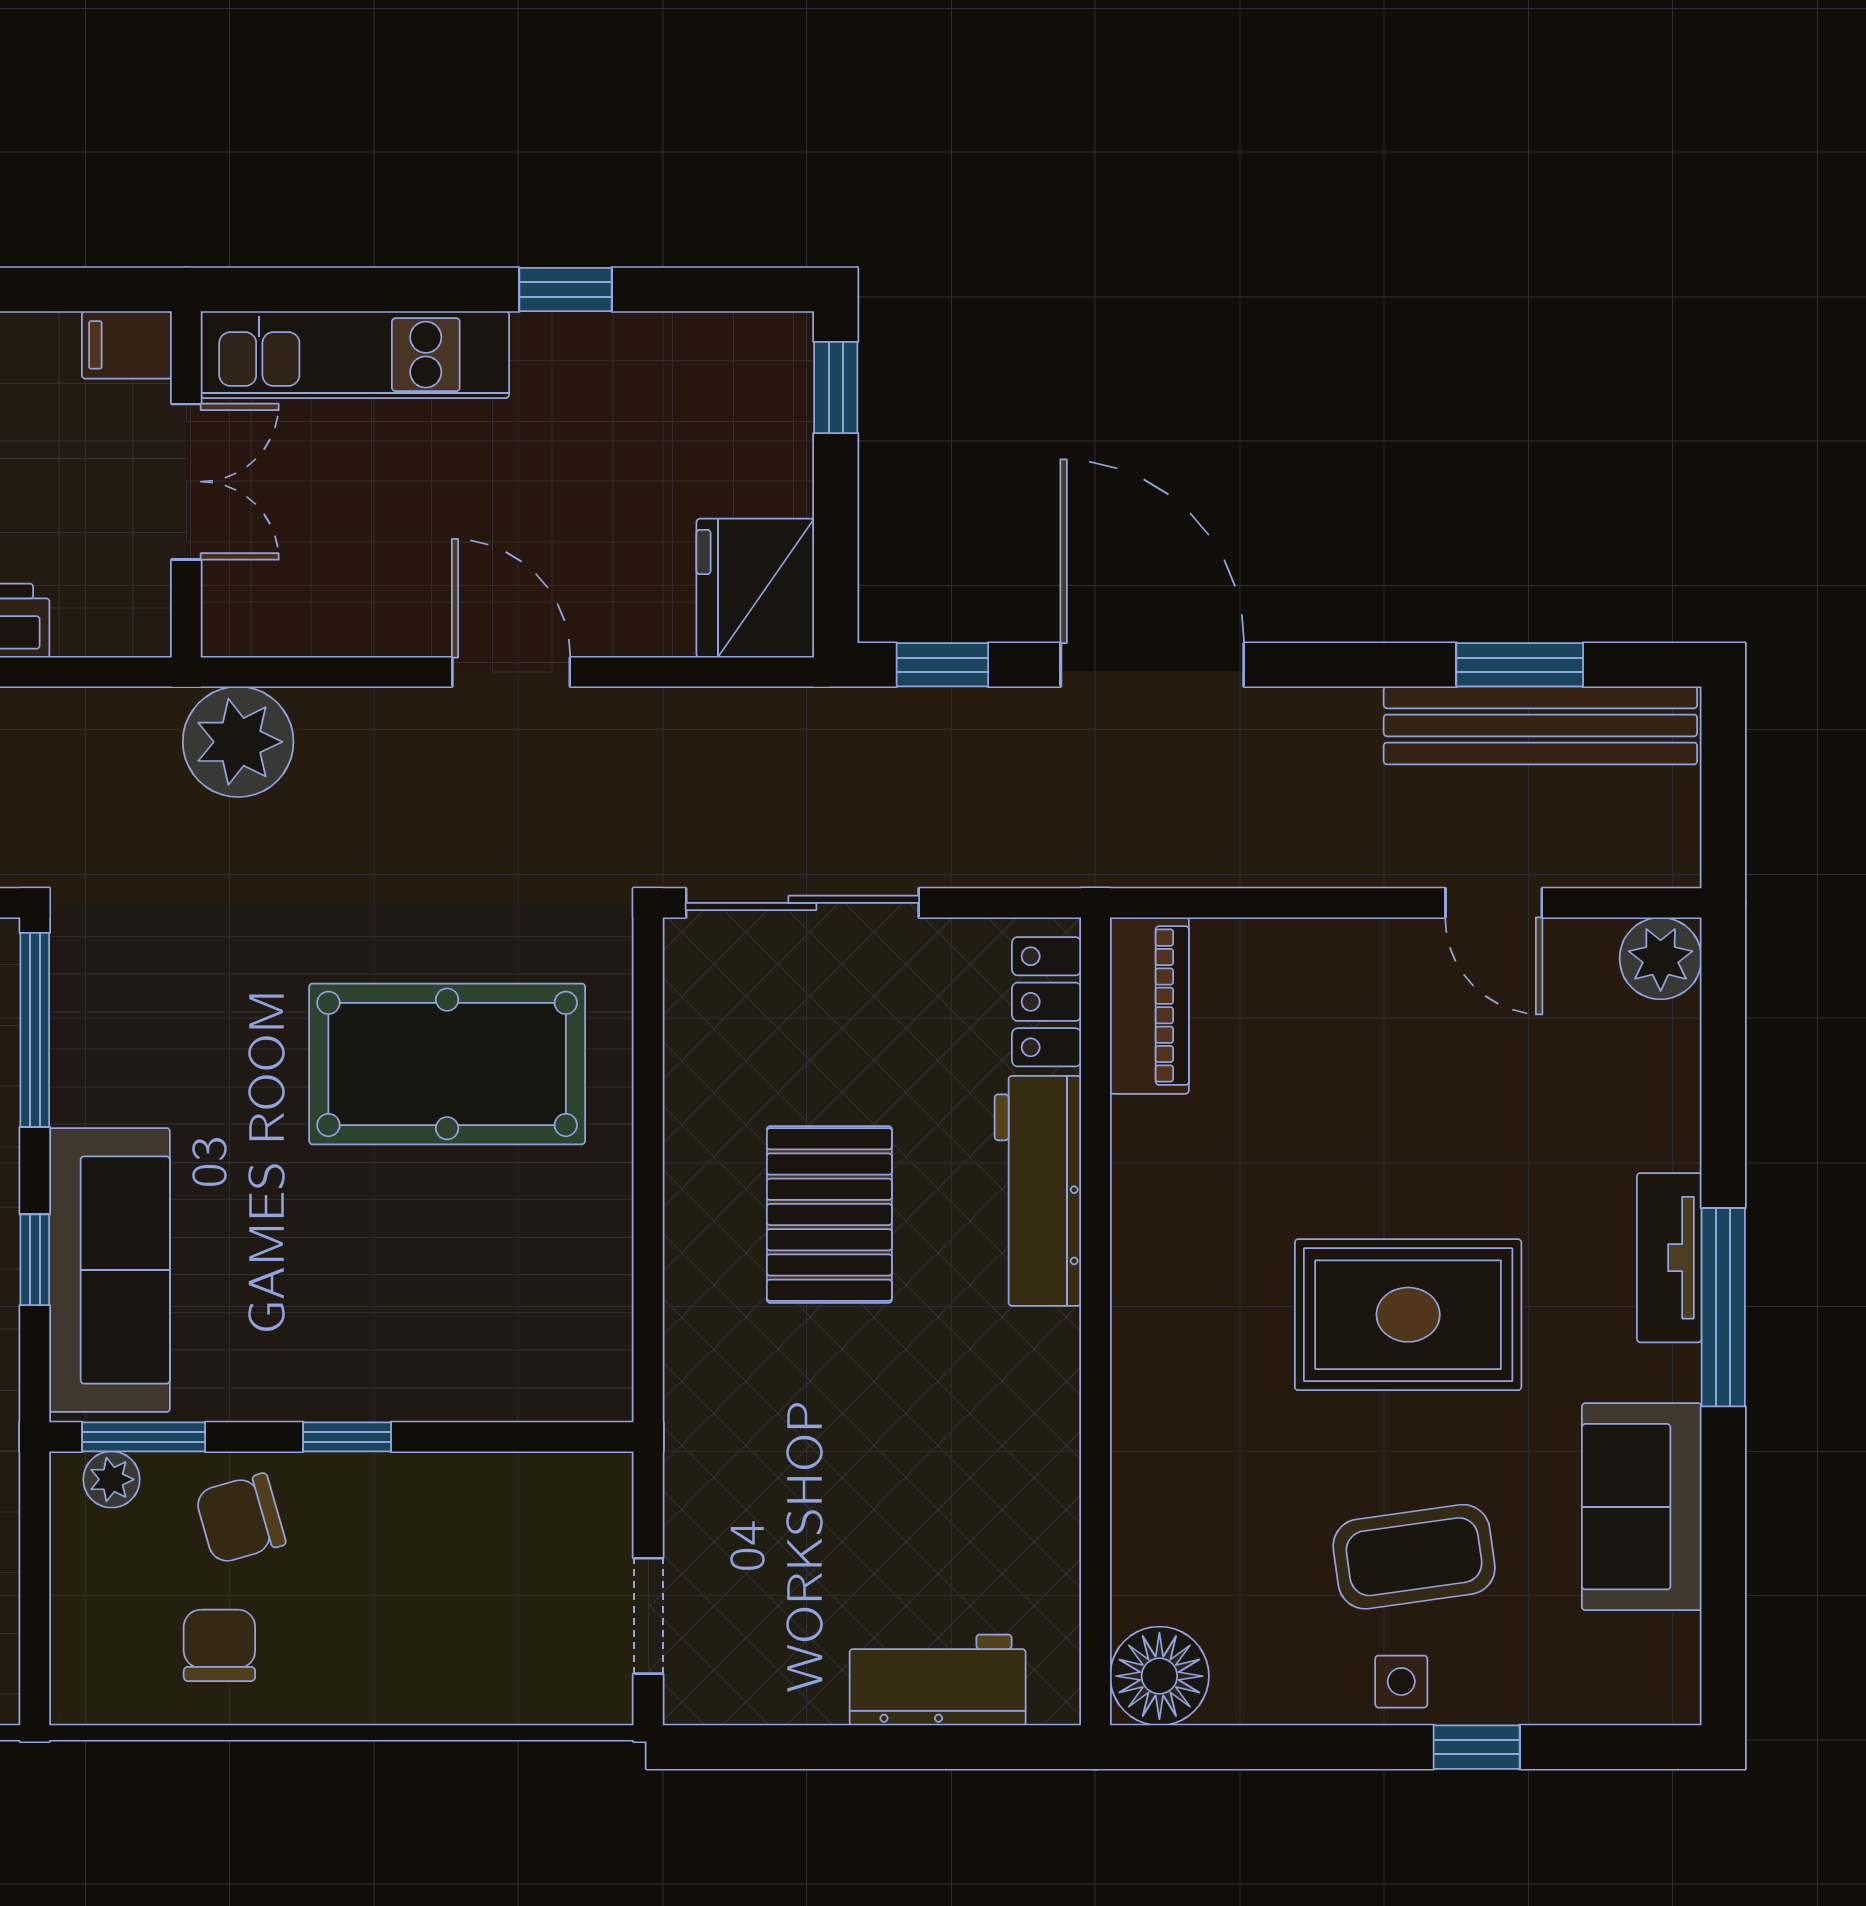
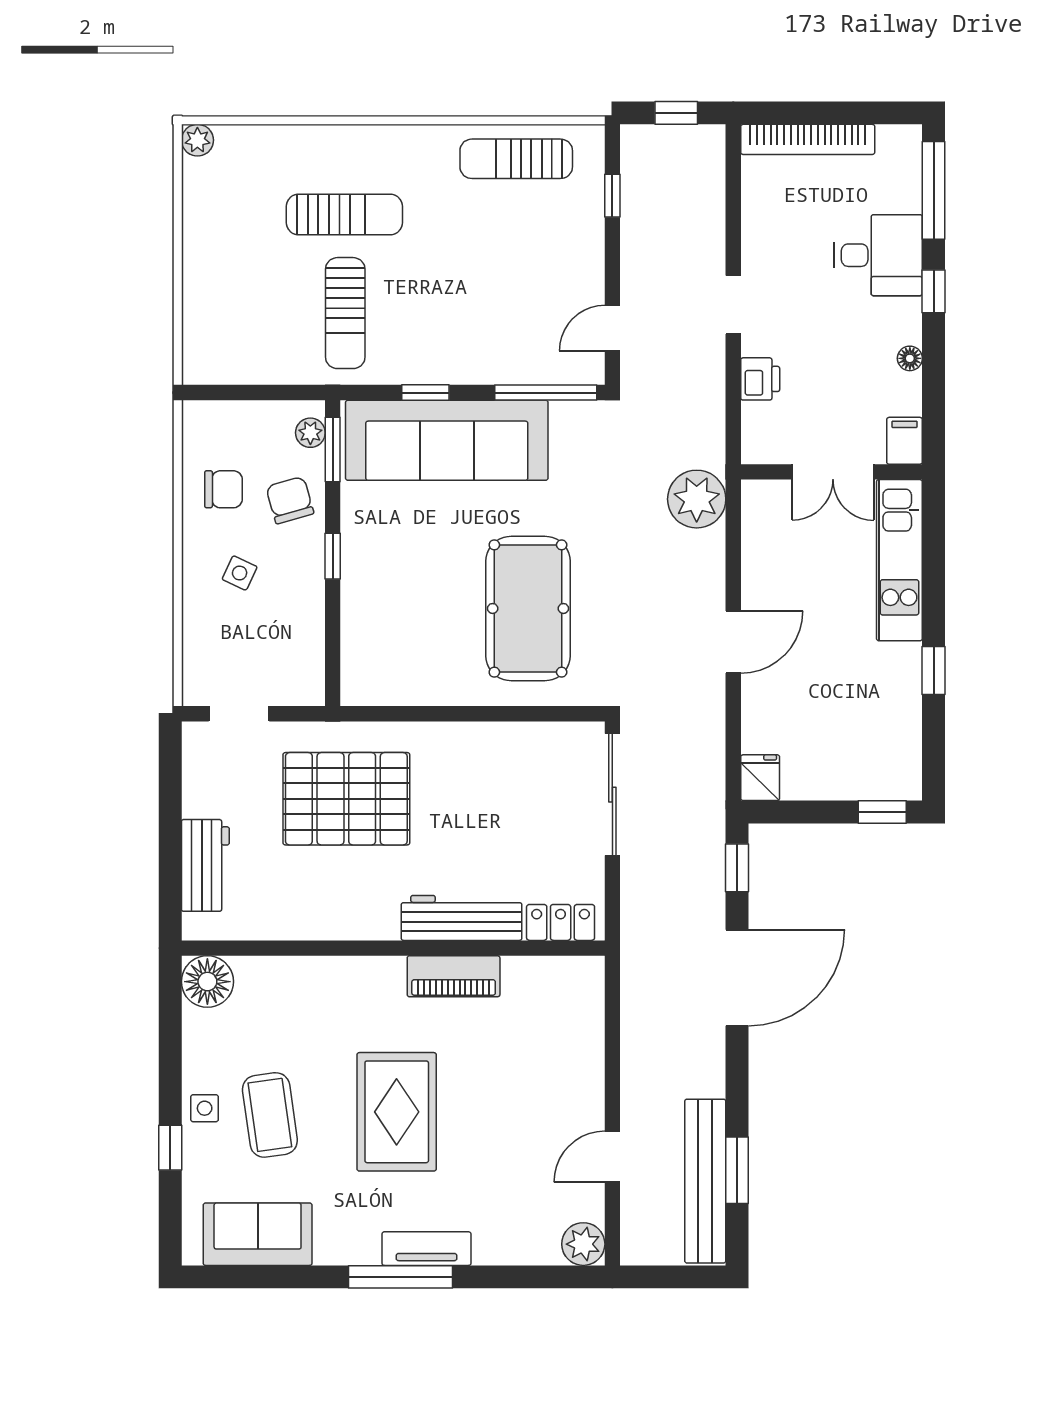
fridge: (755, 588) -> (760, 778), width x0.53, depth x0.75
piano: (1149, 1006) -> (454, 976), moved
pallet: (829, 1214) -> (346, 799), moved, width x1.37, depth x1.41
sofa: (110, 1270) -> (447, 440), width x1.36, depth x1.27
sofa: (1642, 1507) -> (258, 1234), moved
side table: (379, 1615) -> (240, 573), added

